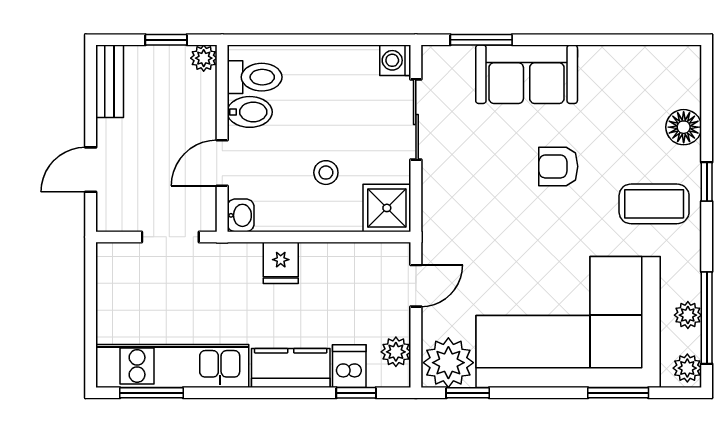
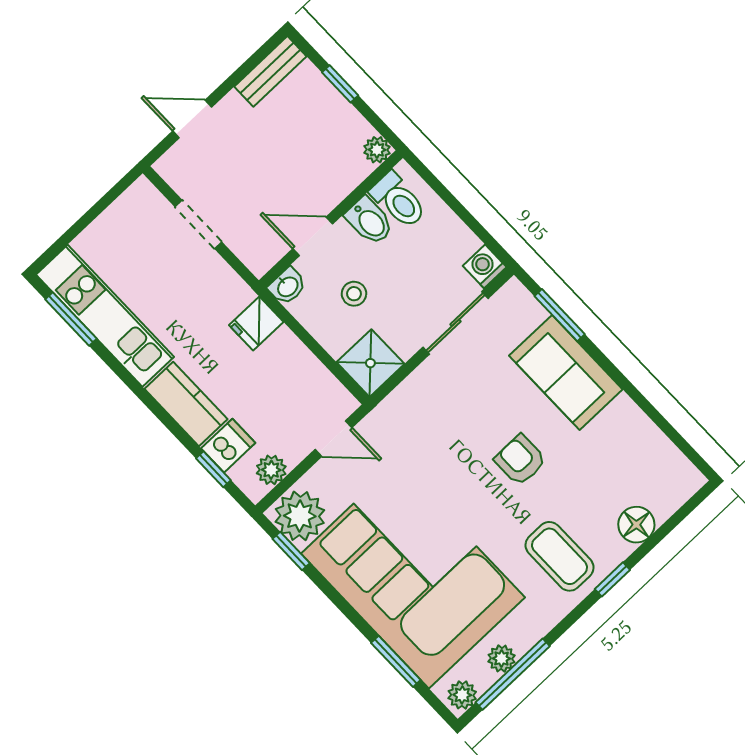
plant: (204, 58) -> (377, 150), moved
toilet: (255, 77) -> (398, 200), moved
bidet: (250, 112) -> (369, 221), moved
wall: (222, 138) -> (331, 219), moved
door: (222, 163) -> (313, 236), moved
washbasin: (241, 215) -> (287, 286), moved

